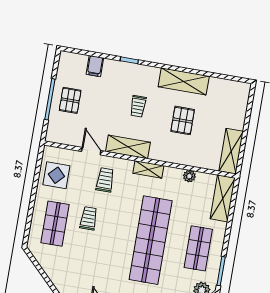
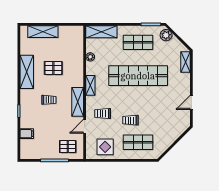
pallet: (70, 100) -> (68, 147), moved
shelving: (231, 151) -> (43, 32), moved

